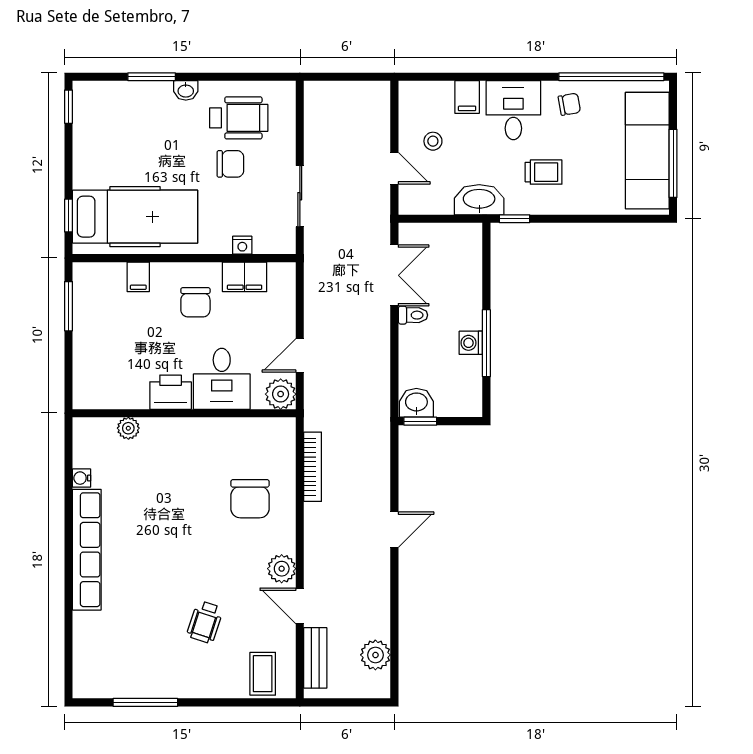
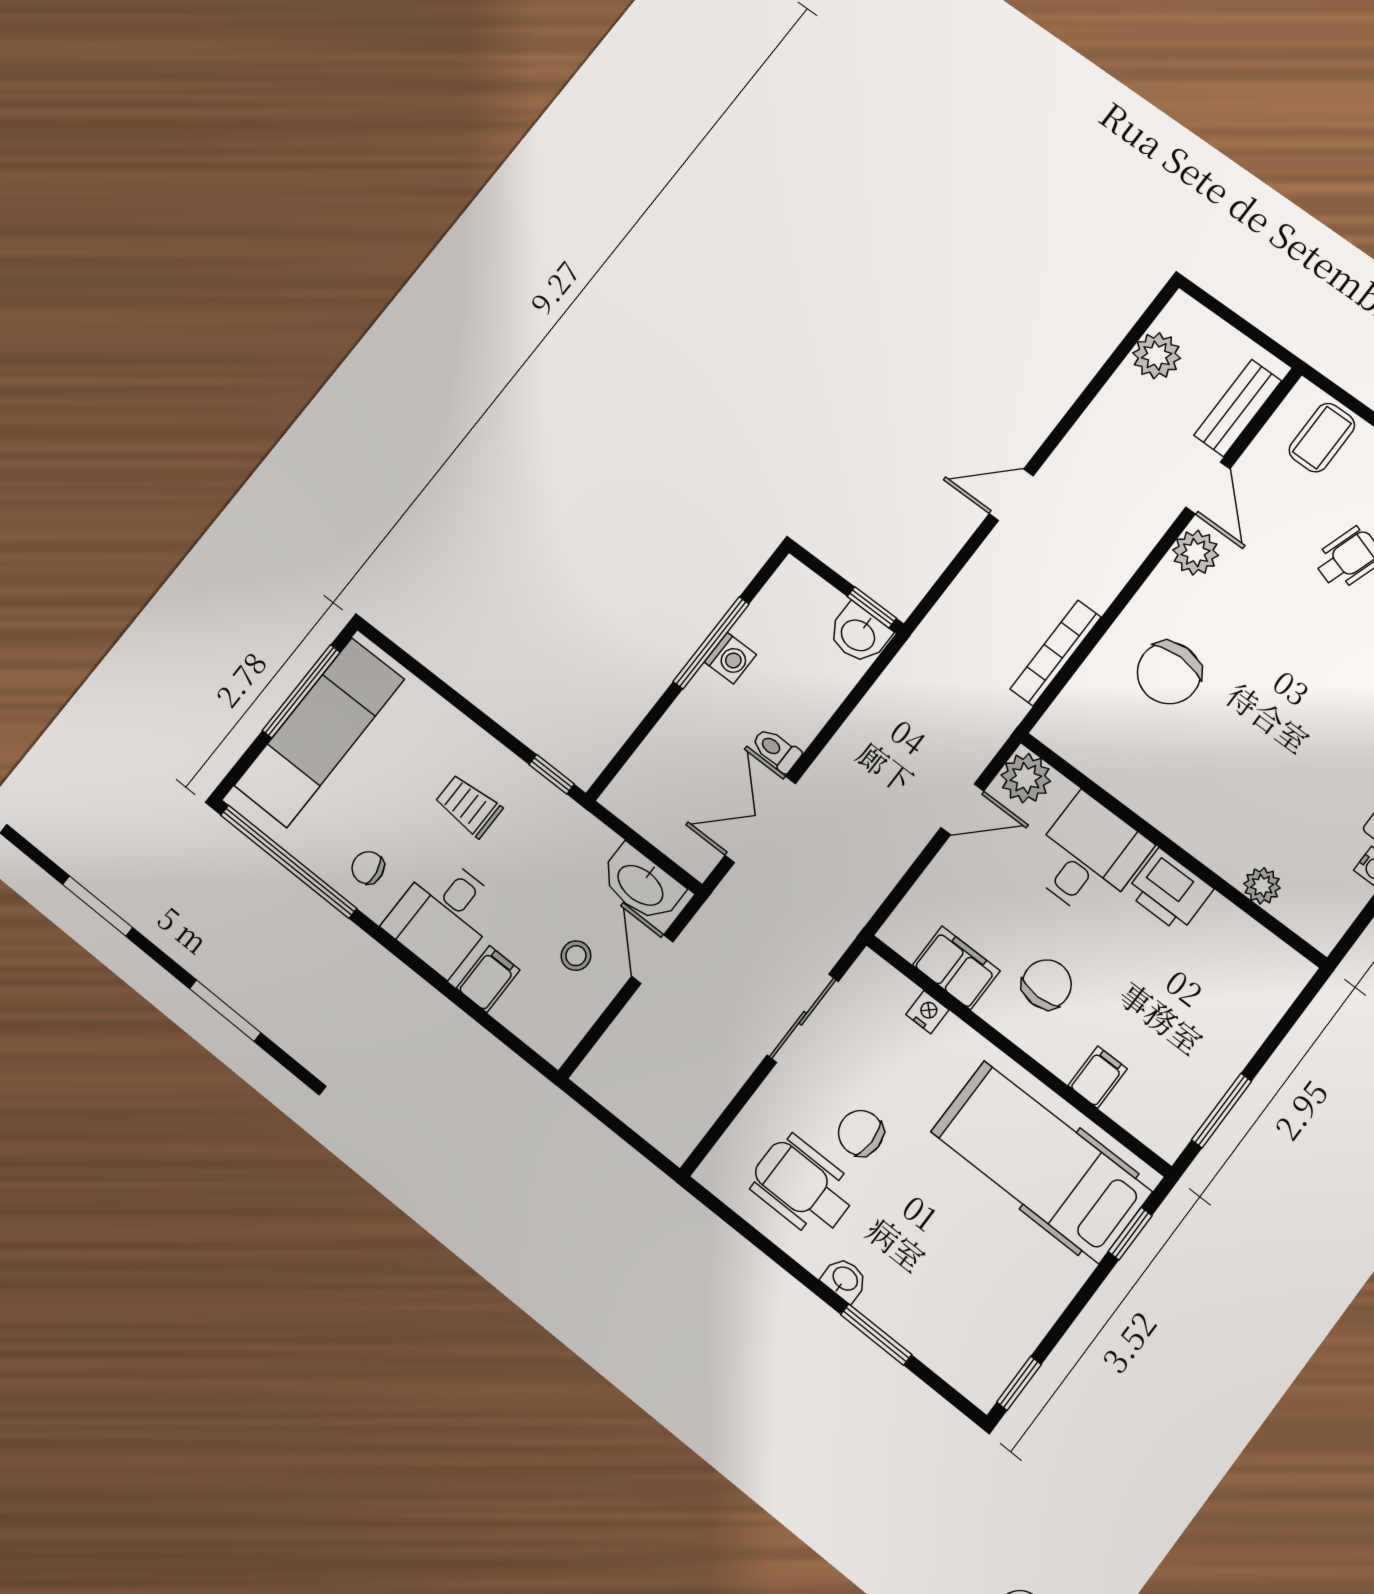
washbasin: (479, 200) -> (641, 884), moved
chair: (250, 499) -> (1169, 673), turned 180

